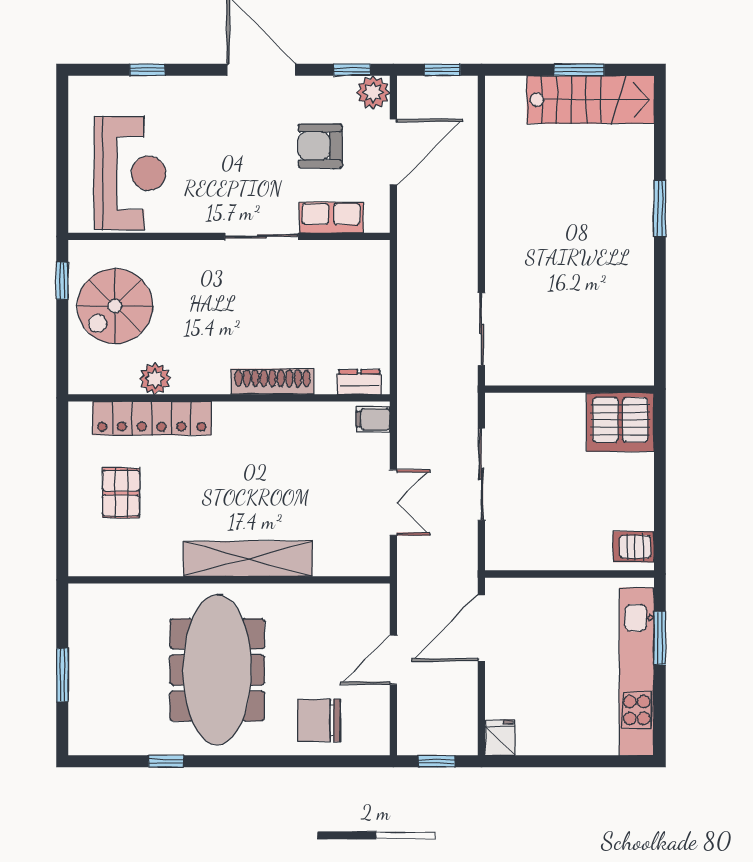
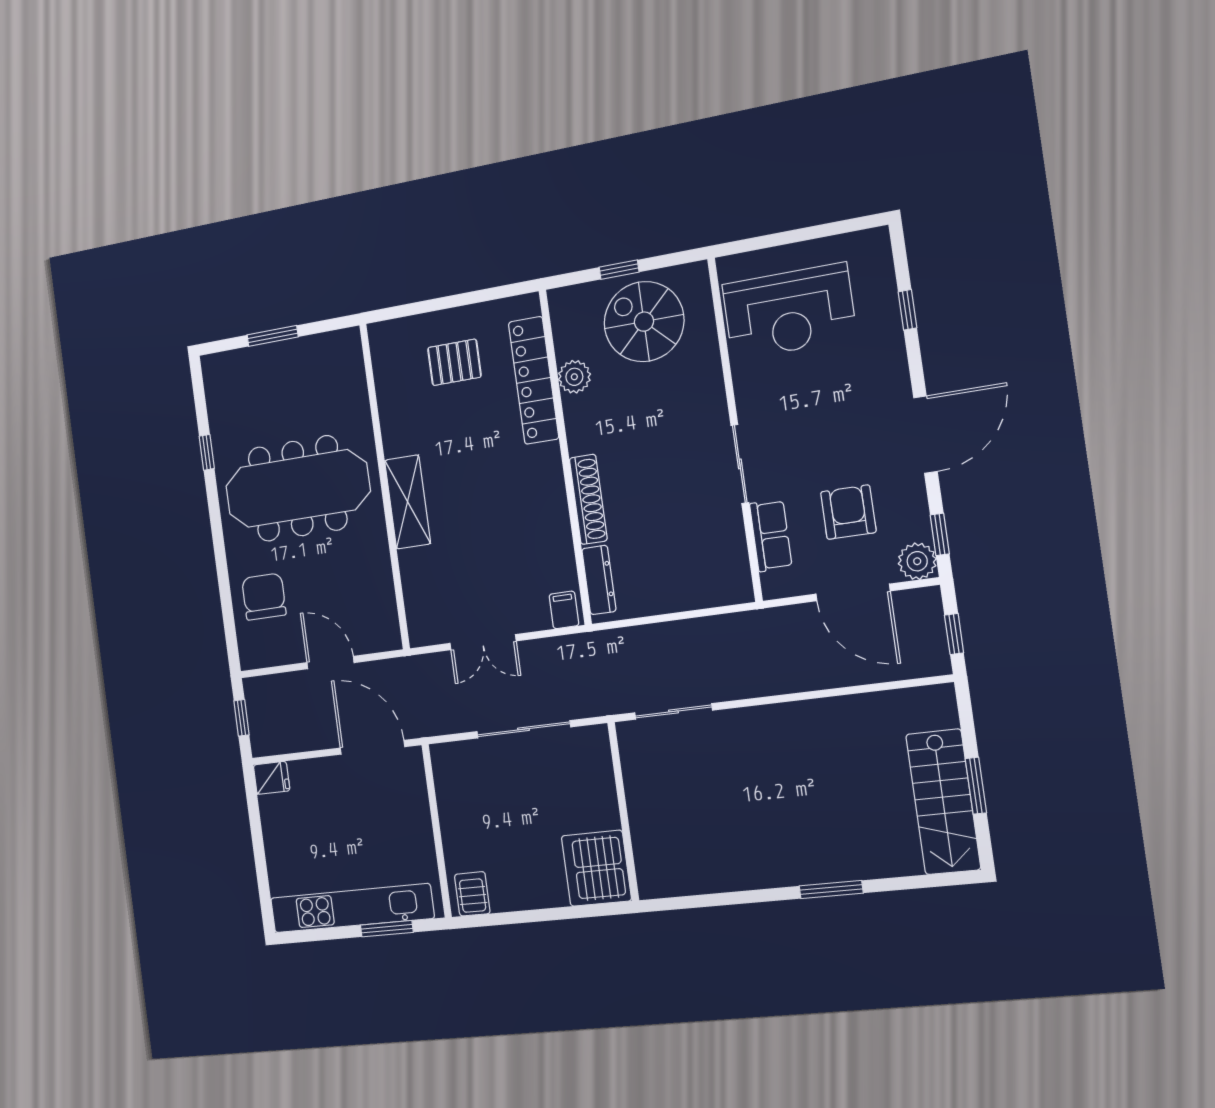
window: (62, 281) -> (619, 270), moved
dresser: (359, 382) -> (599, 580), width x1.44
shelving: (248, 559) -> (408, 502), width x0.68

